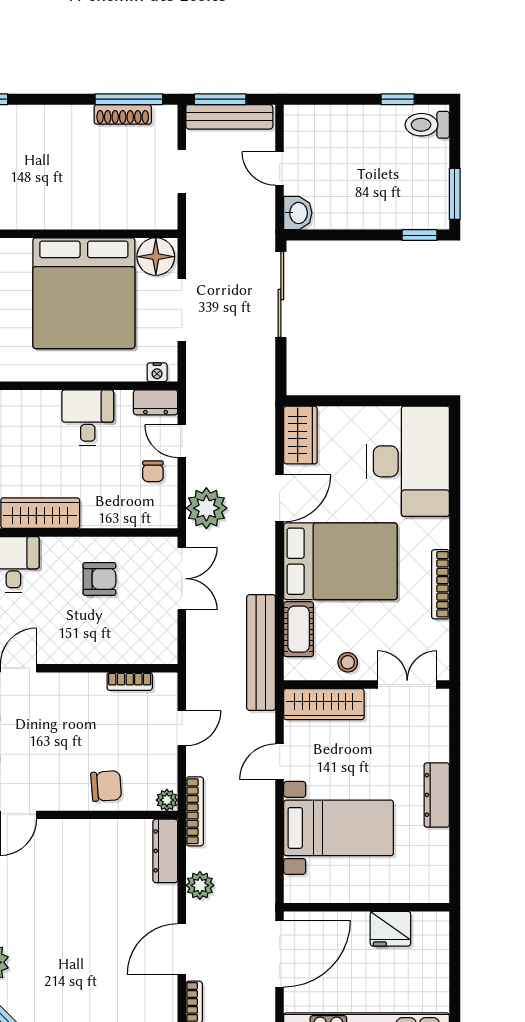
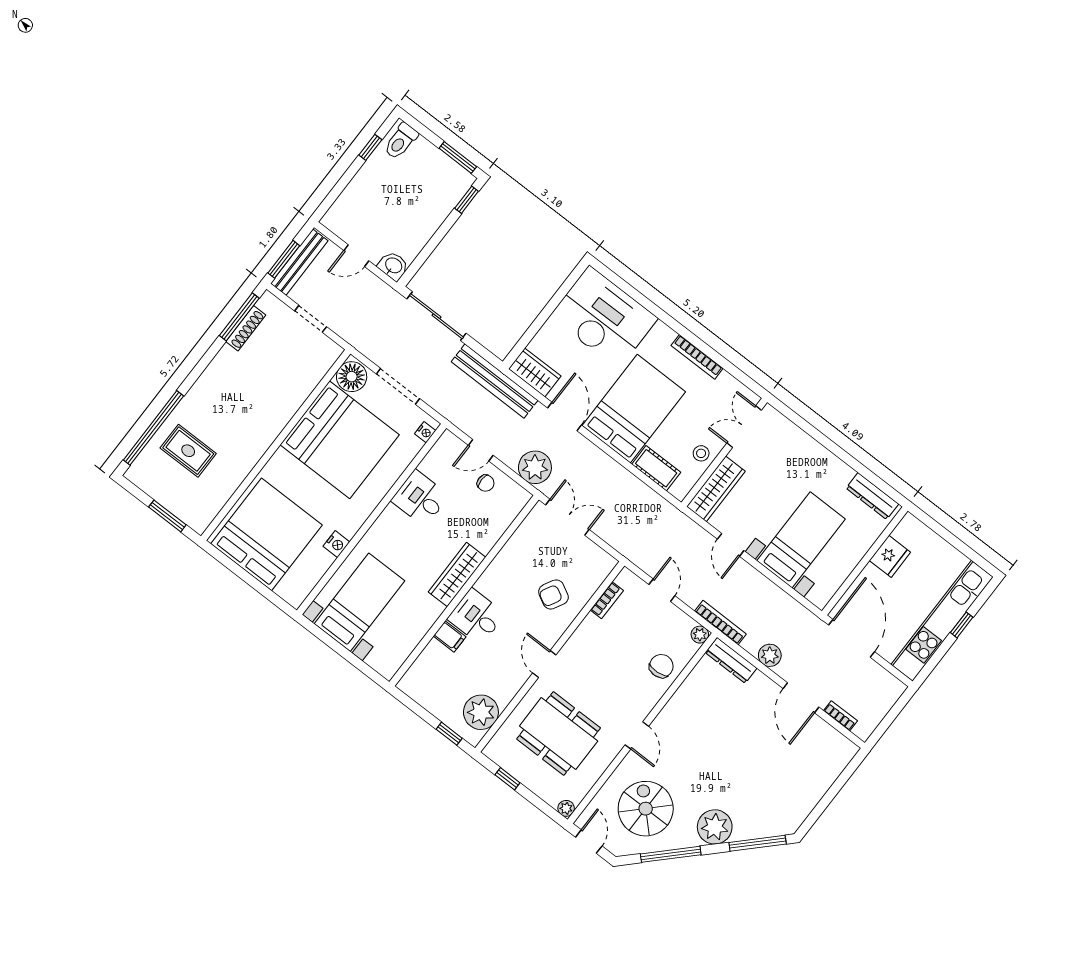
dresser: (156, 402) -> (443, 448), removed
armchair: (99, 579) -> (553, 594), moved, turned -152
bench: (261, 653) -> (495, 381), moved
dresser: (437, 795) -> (872, 496), moved

